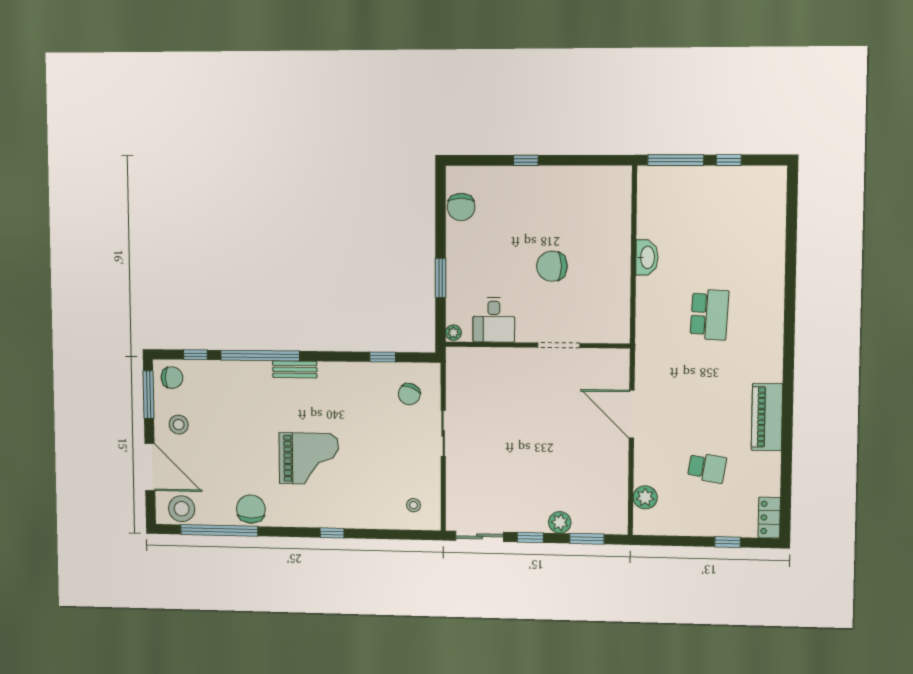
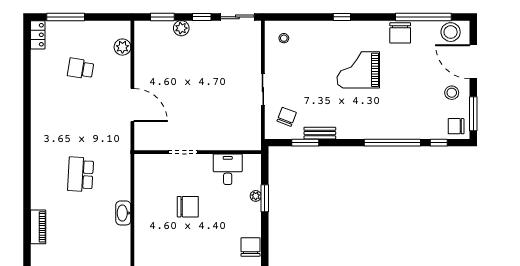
plant: (453, 333) -> (256, 196), moved
window: (383, 357) -> (305, 143), width x1.50
bench: (295, 369) -> (320, 133), moved
piano: (767, 417) -> (38, 227), moved, width x0.73, depth x0.75
window: (728, 542) -> (66, 17), width x2.17

